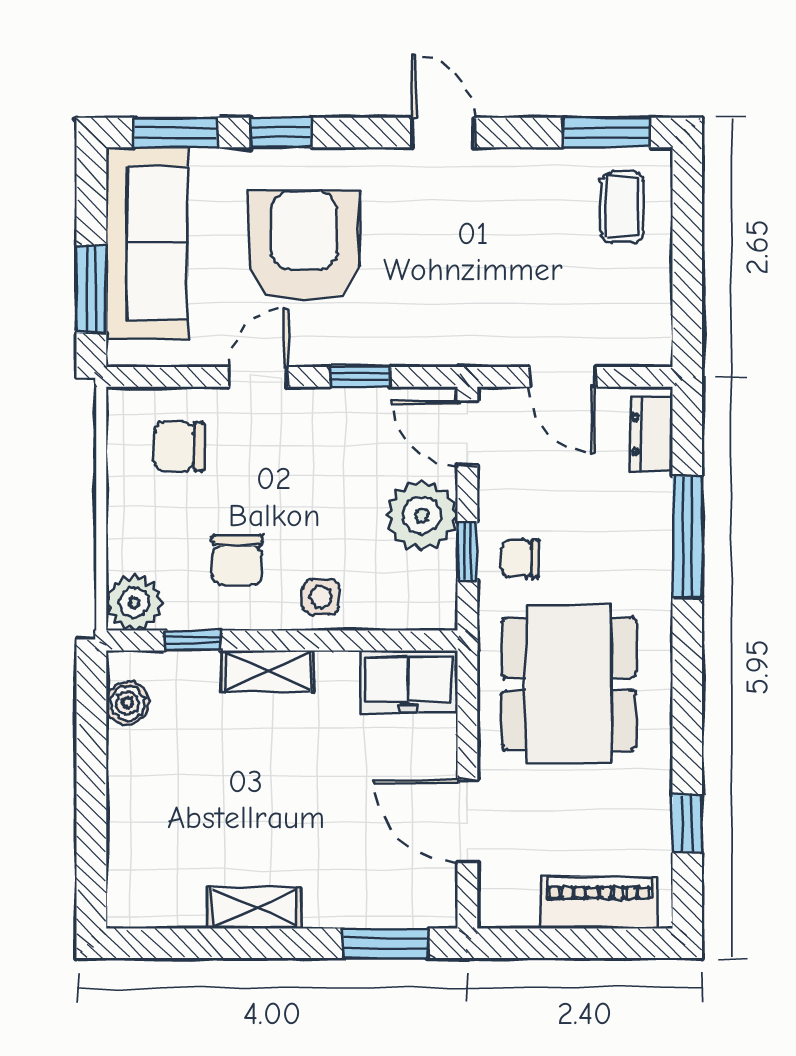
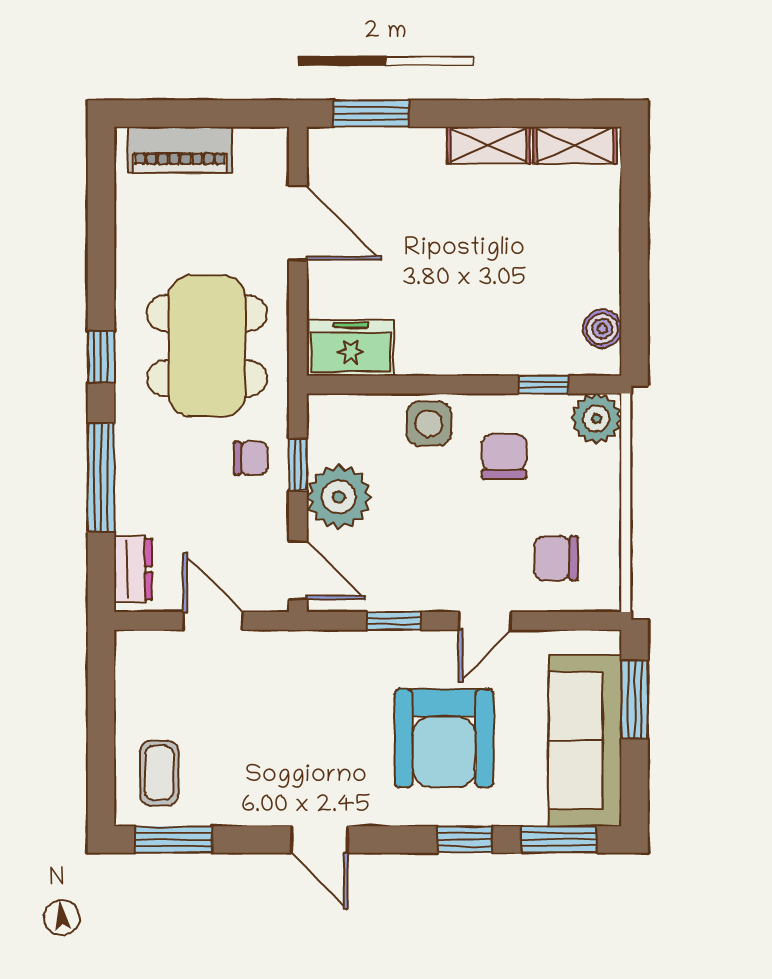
chair: (179, 447) -> (556, 558), turned 180
side table: (321, 597) -> (429, 424), width x1.37, depth x1.37
shelving: (268, 671) -> (575, 145), moved
window: (687, 823) -> (101, 357), moved

